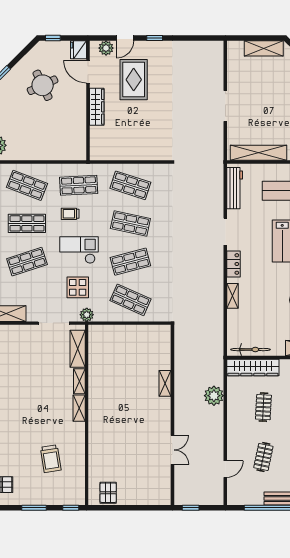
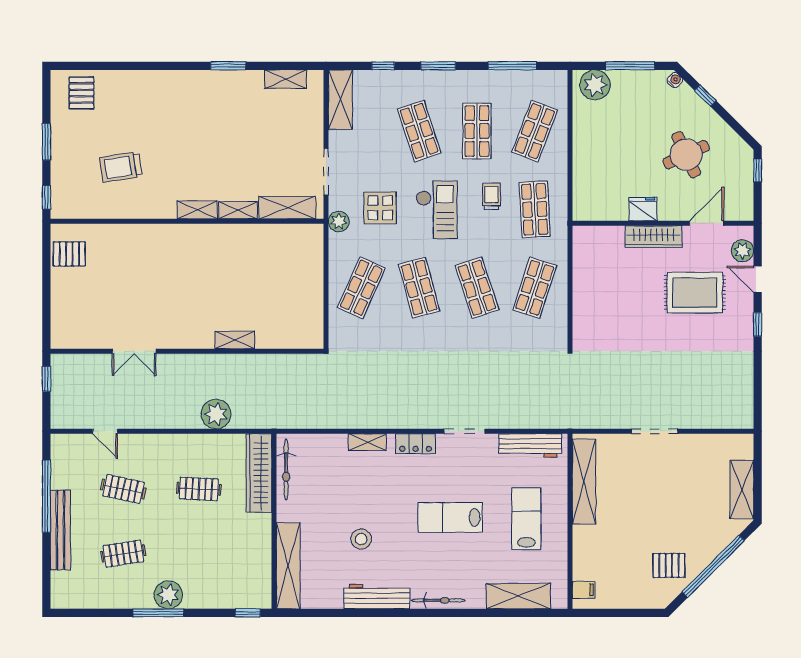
fridge: (79, 50) -> (643, 209), moved
shop shelf: (130, 223) -> (477, 288), turned -30

